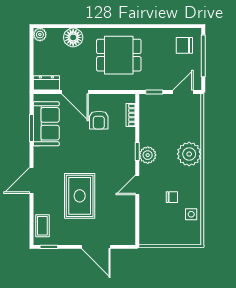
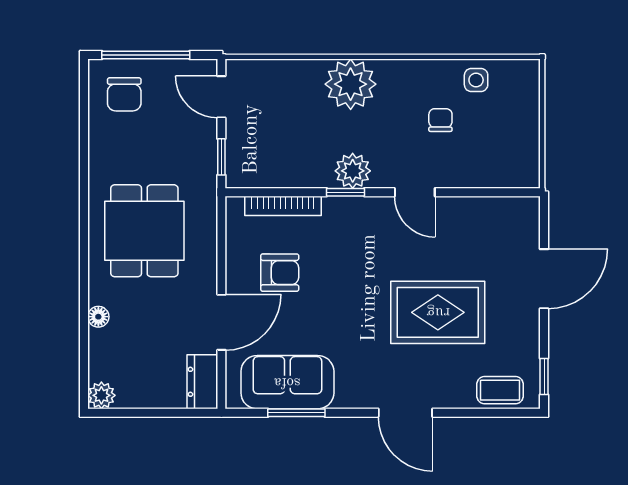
floor lamp: (73, 37) -> (98, 317), width x0.53, depth x0.53
bookcase: (131, 115) -> (283, 206), width x1.56

